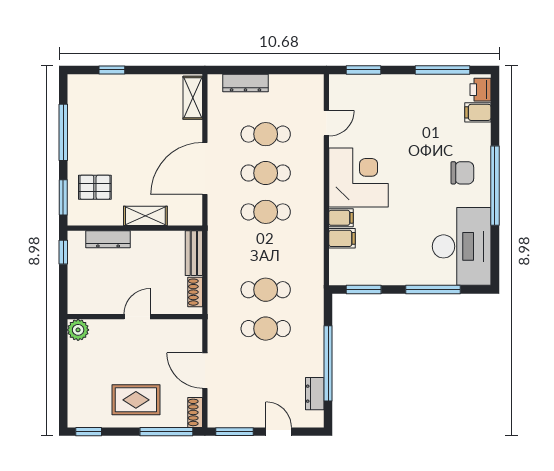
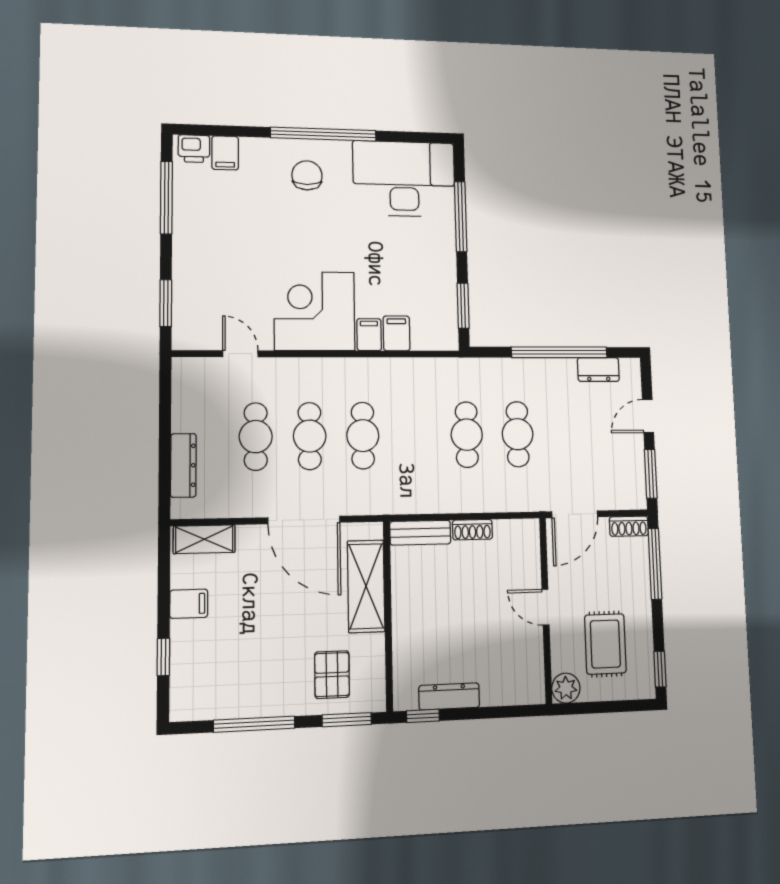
filing cabinet: (148, 87) -> (189, 604), added
shelving: (145, 216) -> (366, 586), width x1.50, depth x1.33
dresser: (108, 239) -> (449, 696), moved, turned -90
wall: (135, 317) -> (546, 610), moved
door: (137, 317) -> (546, 607), moved
plant: (78, 330) -> (566, 688), moved
rug: (136, 400) -> (605, 644), moved

